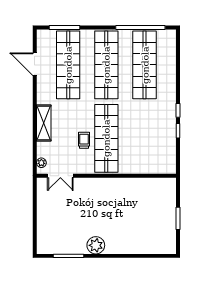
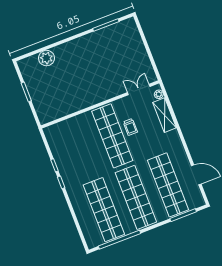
shelving: (44, 123) -> (164, 115), moved
plant: (96, 245) -> (46, 58), moved

